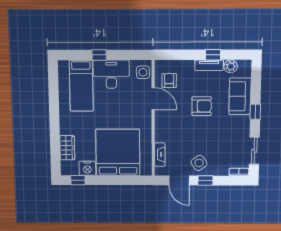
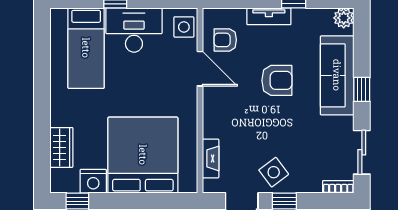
tv unit: (209, 65) -> (269, 16), moved
plant: (231, 66) -> (344, 18), moved
armchair: (169, 80) -> (225, 40), turned -90
sofa: (240, 96) -> (337, 75), width x1.36

